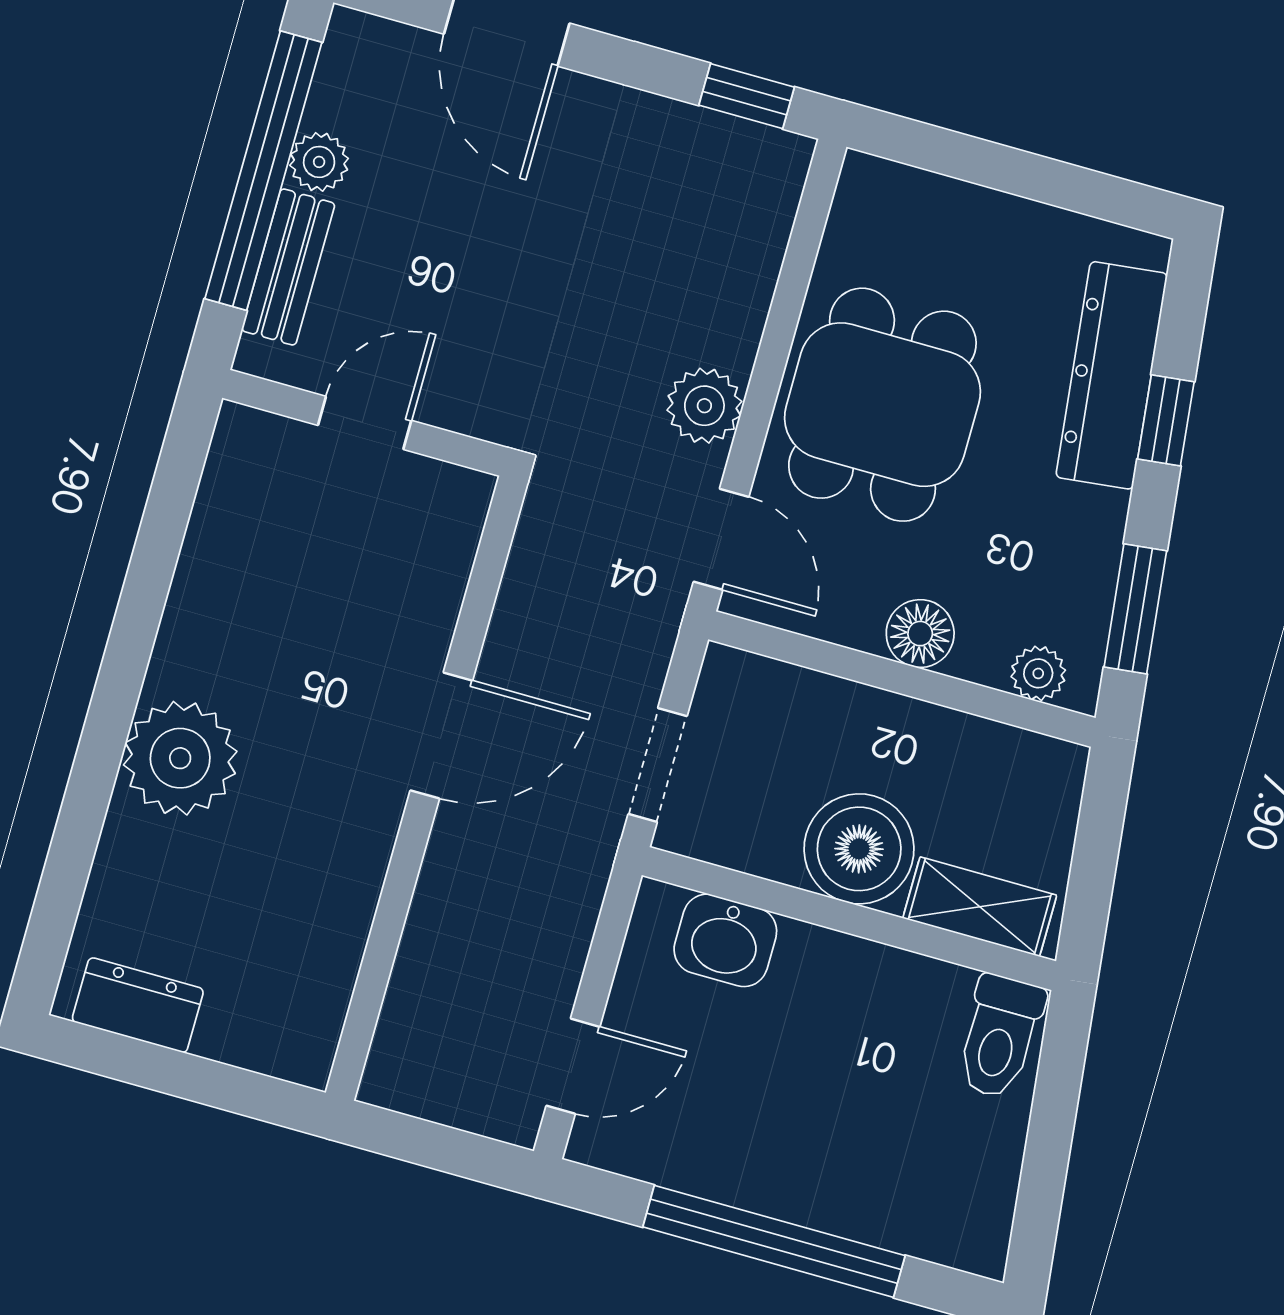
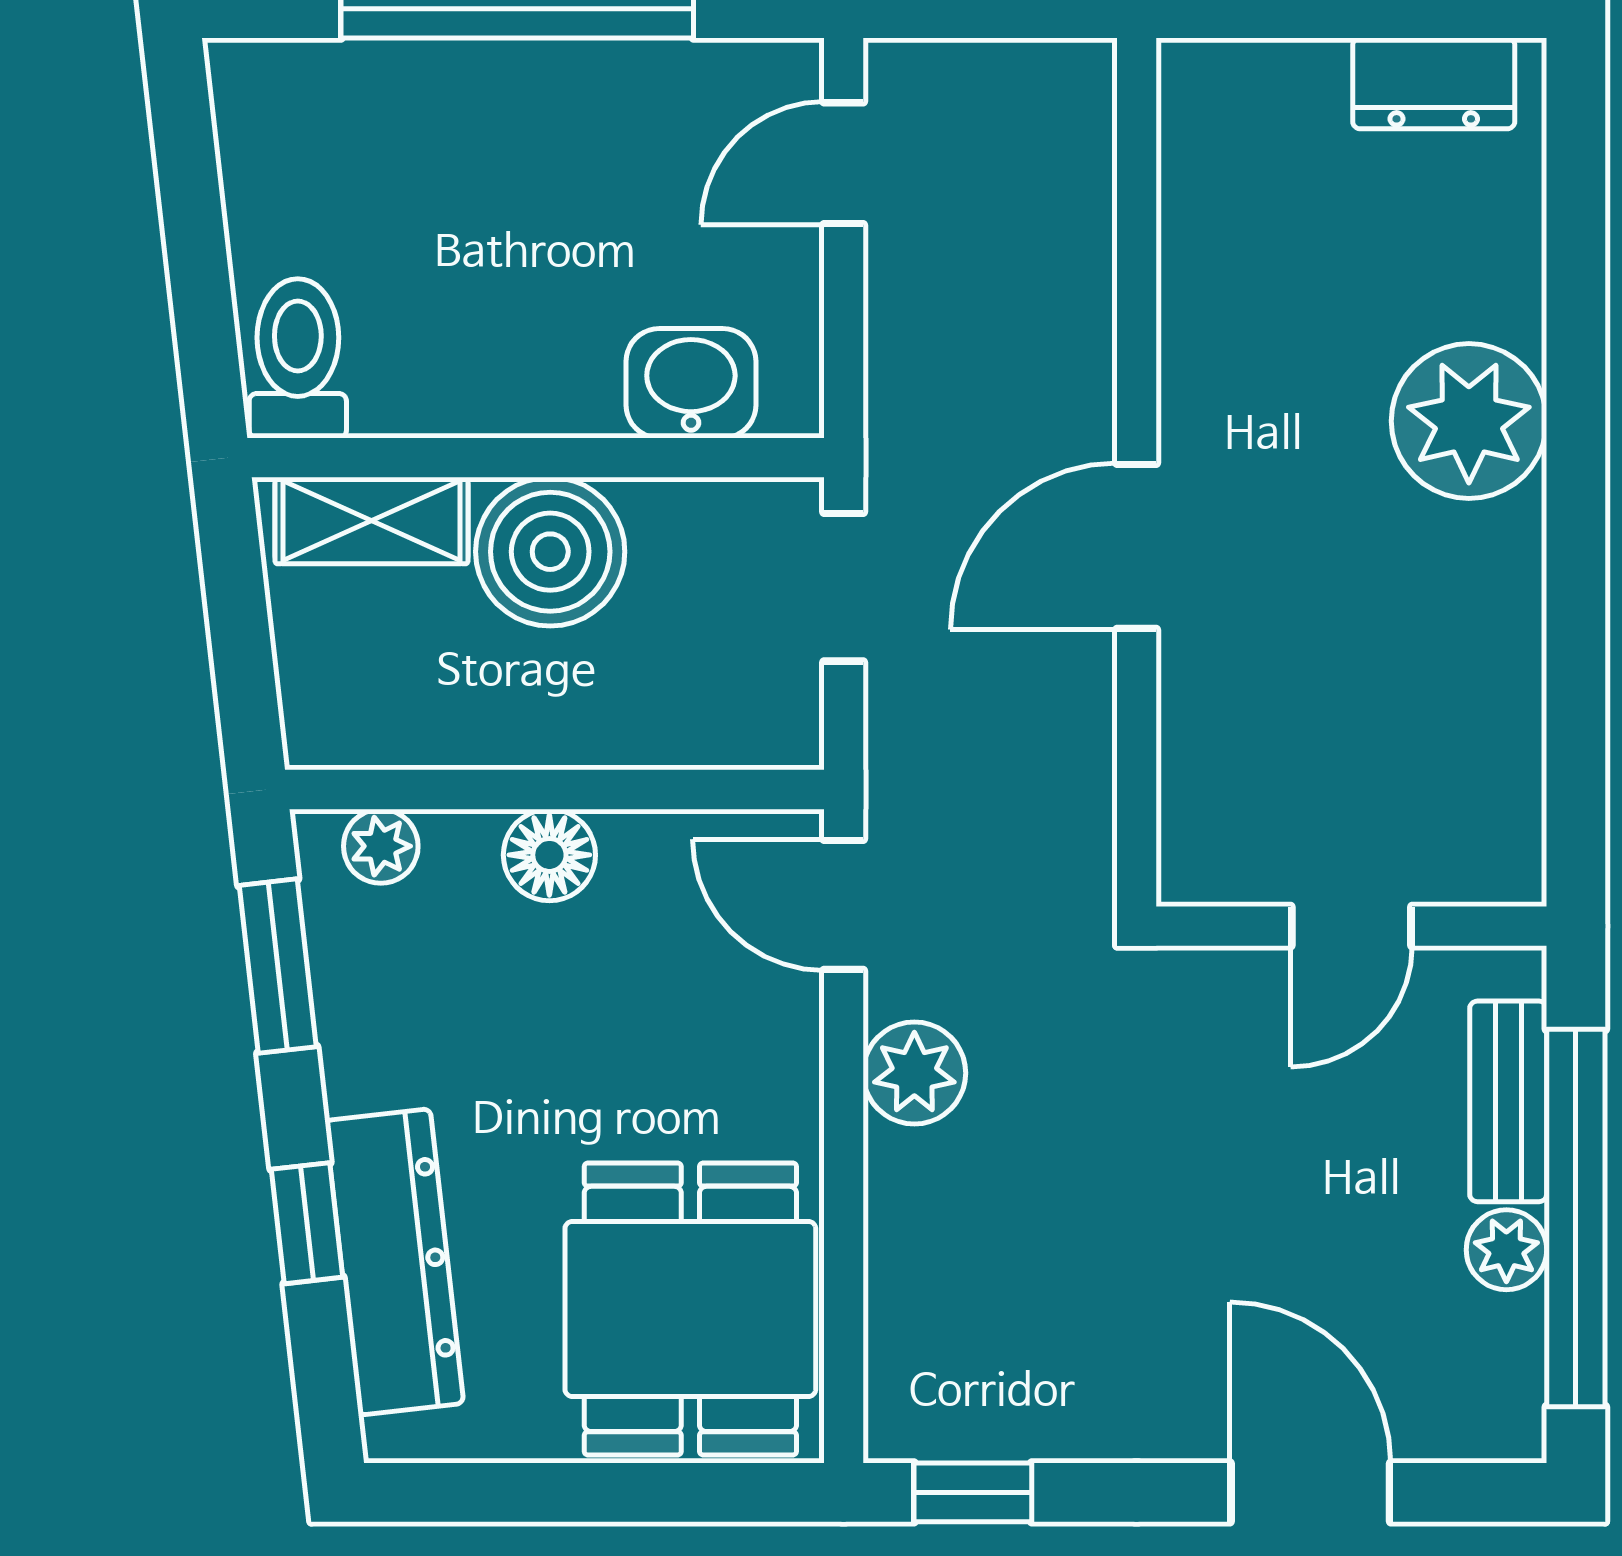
dining table: (882, 405) -> (690, 1309), moved

